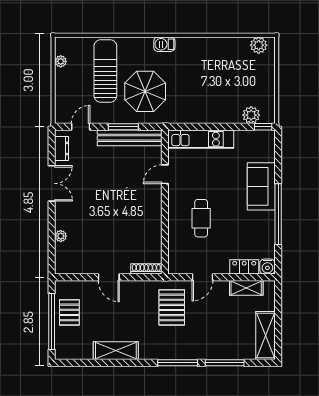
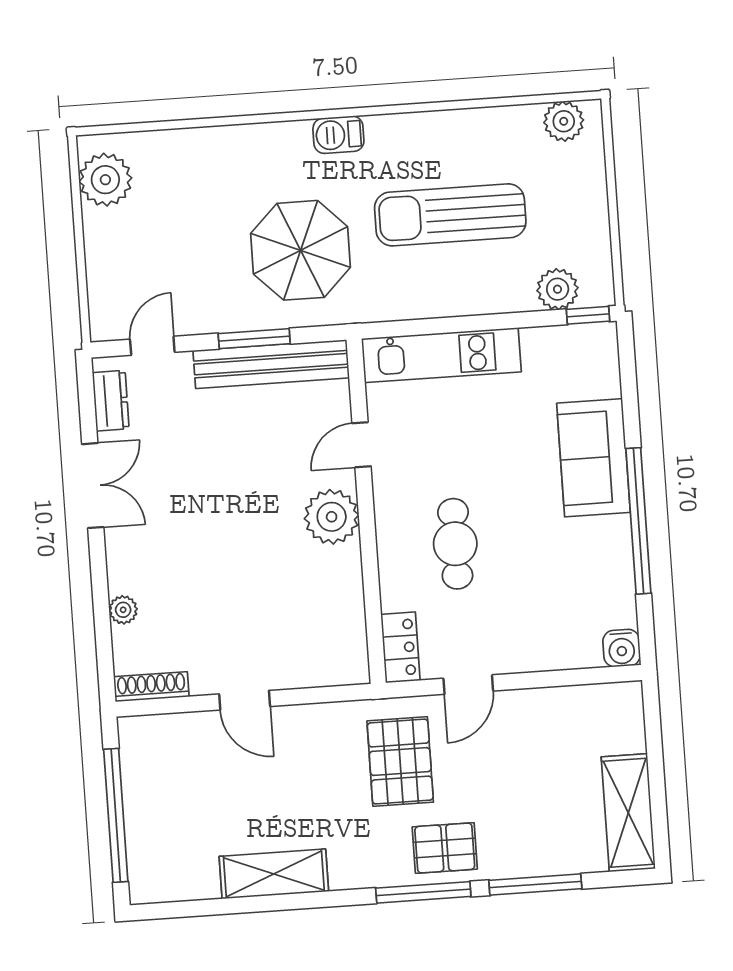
plant: (61, 61) -> (105, 180), width x1.88, depth x1.88
sun lounger: (105, 71) -> (450, 215), moved, turned -90
plant: (150, 203) -> (332, 517), added
locker: (244, 267) -> (400, 647), moved, turned 90
shoe rack: (146, 269) -> (151, 687), moved
shelving: (246, 288) -> (574, 703), removed
pallet: (69, 312) -> (445, 848), moved, turned 90

